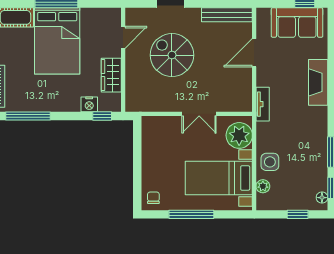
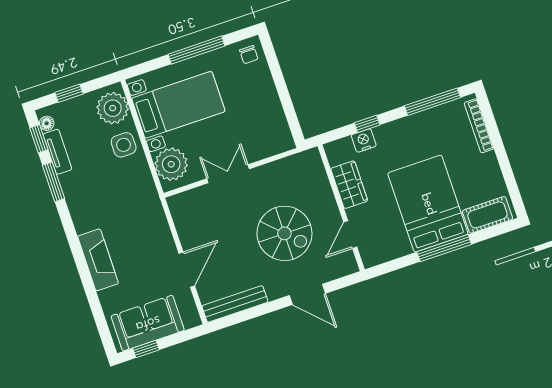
tv unit: (263, 104) -> (57, 152), moved, turned 180
window: (102, 116) -> (367, 124), moved
plant: (263, 186) -> (113, 108), width x1.88, depth x1.88

